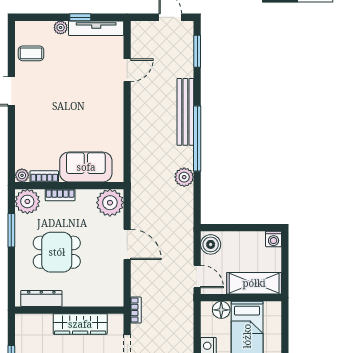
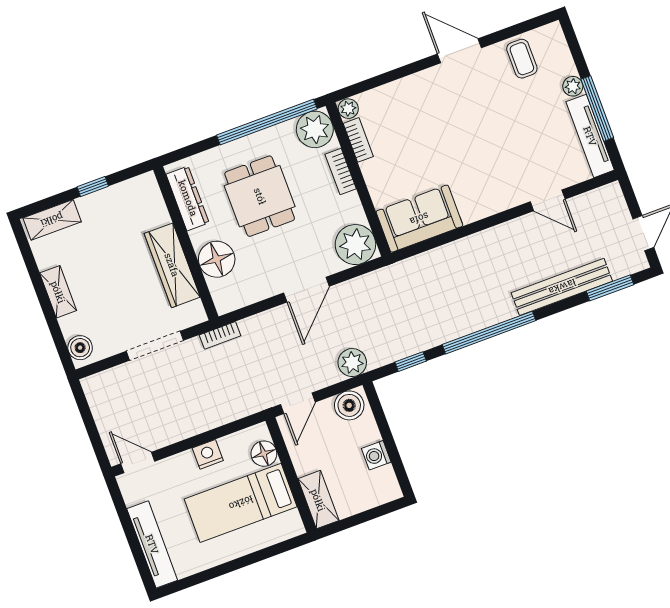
window: (80, 17) -> (597, 108), width x2.17
bench: (185, 112) -> (562, 287), moved
sofa: (86, 167) -> (419, 219), moved, turned -90
plant: (184, 177) -> (352, 363), moved
window: (197, 195) -> (411, 362), added
window: (11, 230) -> (267, 122), width x2.11
washing machine: (274, 239) -> (376, 455), moved
shelving: (254, 283) -> (318, 500), width x0.67, depth x0.75
floor lamp: (87, 294) -> (217, 259), added

